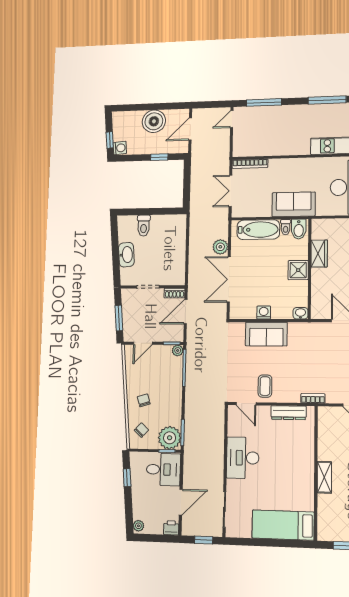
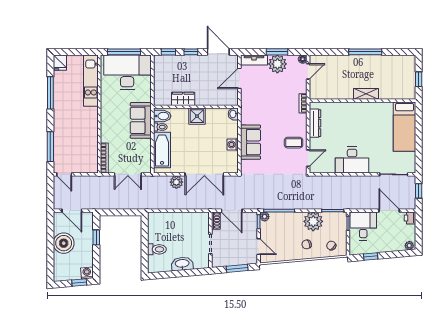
plant: (170, 438) -> (313, 221), moved

